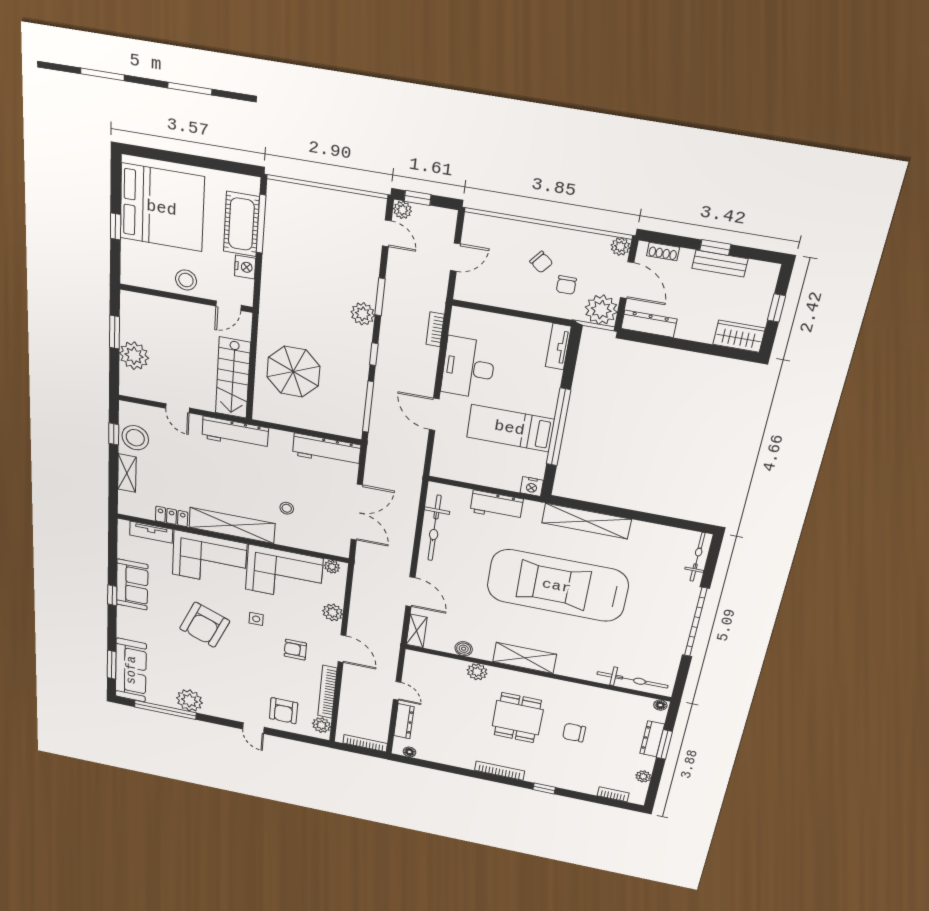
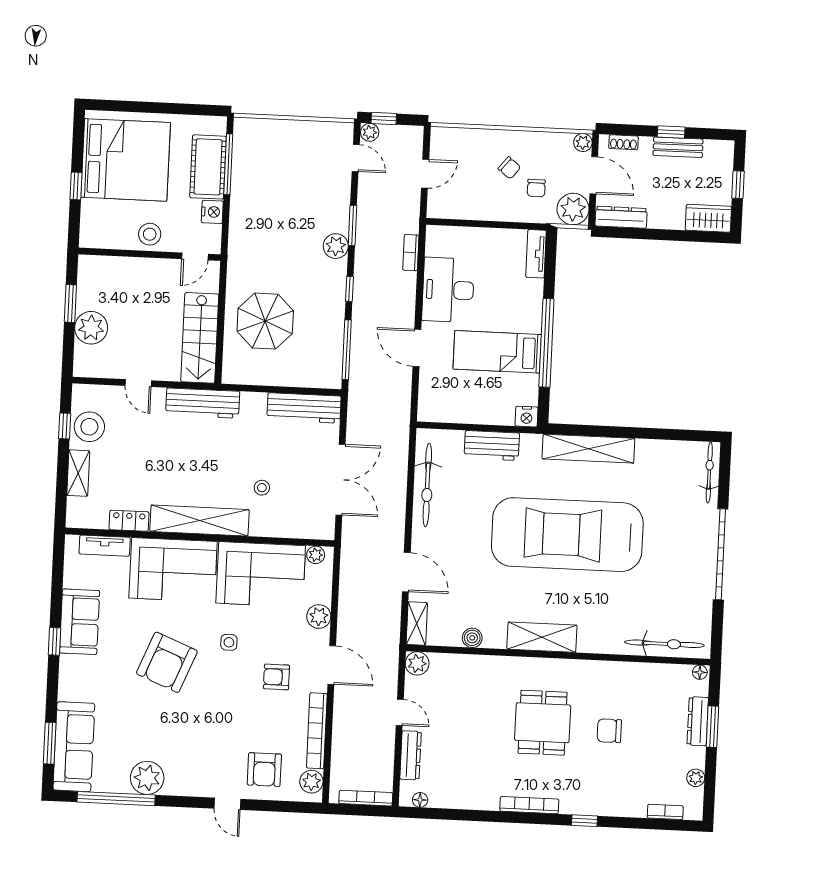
plant: (477, 672) -> (417, 663), moved

